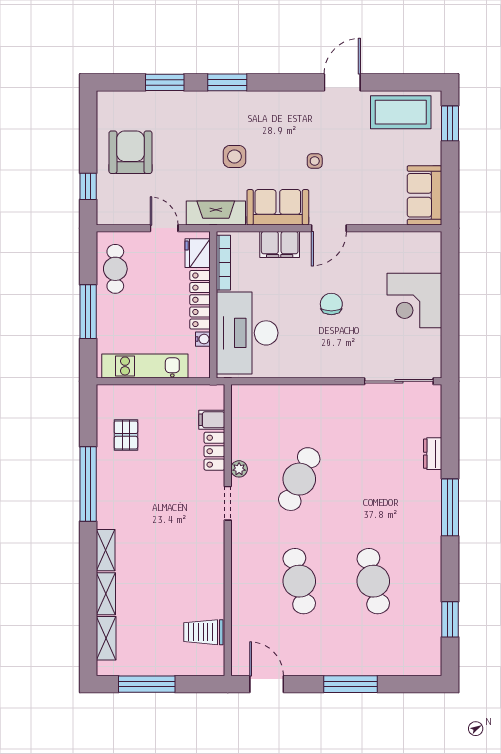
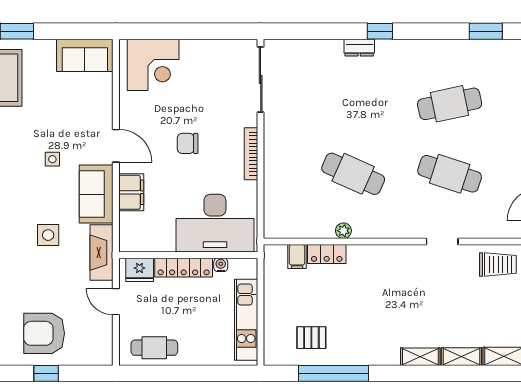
window: (88, 186) -> (46, 373), moved
door: (164, 228) -> (116, 302), hinge flipped
bookcase: (223, 263) -> (251, 154), moved, turned -90
corner desk: (414, 301) -> (153, 65), moved
window: (88, 312) -> (195, 373), removed
dresser: (433, 454) -> (359, 48), moved
window: (88, 484) -> (334, 373), moved
doorway: (228, 503) -> (442, 241), moved
window: (450, 507) -> (380, 31), width x0.46
cafe table: (299, 581) -> (450, 174), turned 30
trolley: (203, 632) -> (498, 264), turned -90

